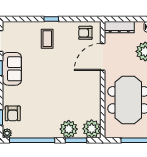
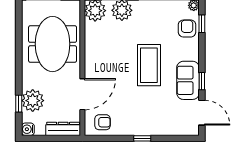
coffee table: (47, 39) -> (149, 65), moved, width x1.86, depth x1.72

